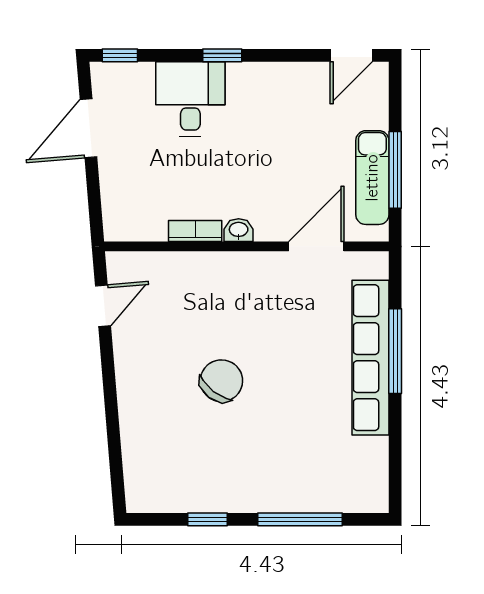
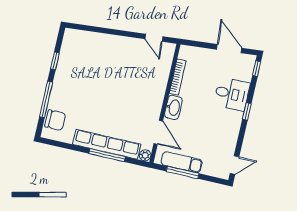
door: (351, 55) -> (235, 165), swing flipped
washbasin: (239, 230) -> (173, 107), width x1.91, depth x1.45
bookcase: (195, 231) -> (178, 77), width x1.56
plant: (376, 264) -> (145, 155), added
chair: (221, 381) -> (55, 120), moved, turned -38

